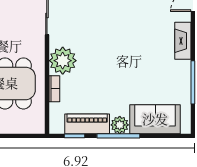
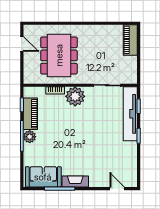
fireplace: (183, 41) -> (75, 181), moved
sofa: (155, 119) -> (43, 177), moved, turned -90

